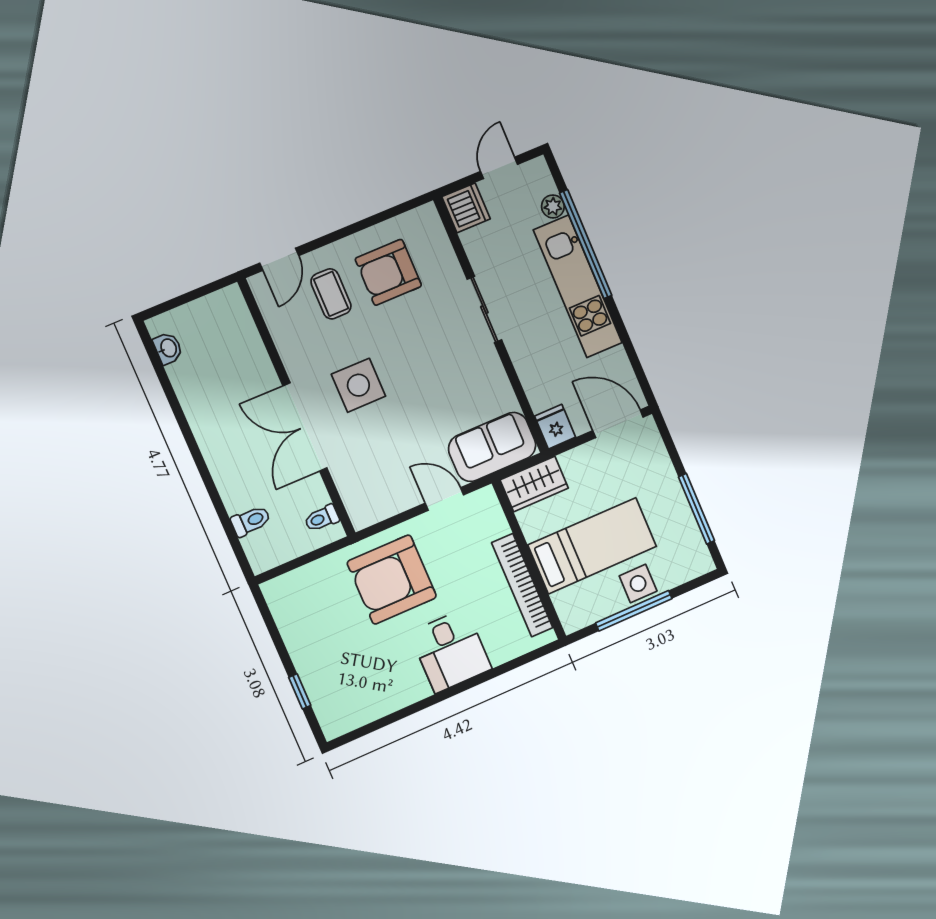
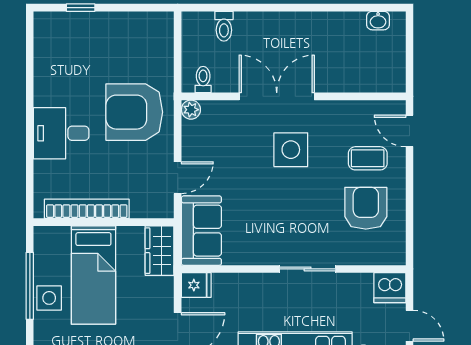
plant: (362, 517) -> (191, 110), added
armchair: (392, 580) -> (134, 112), turned -90

